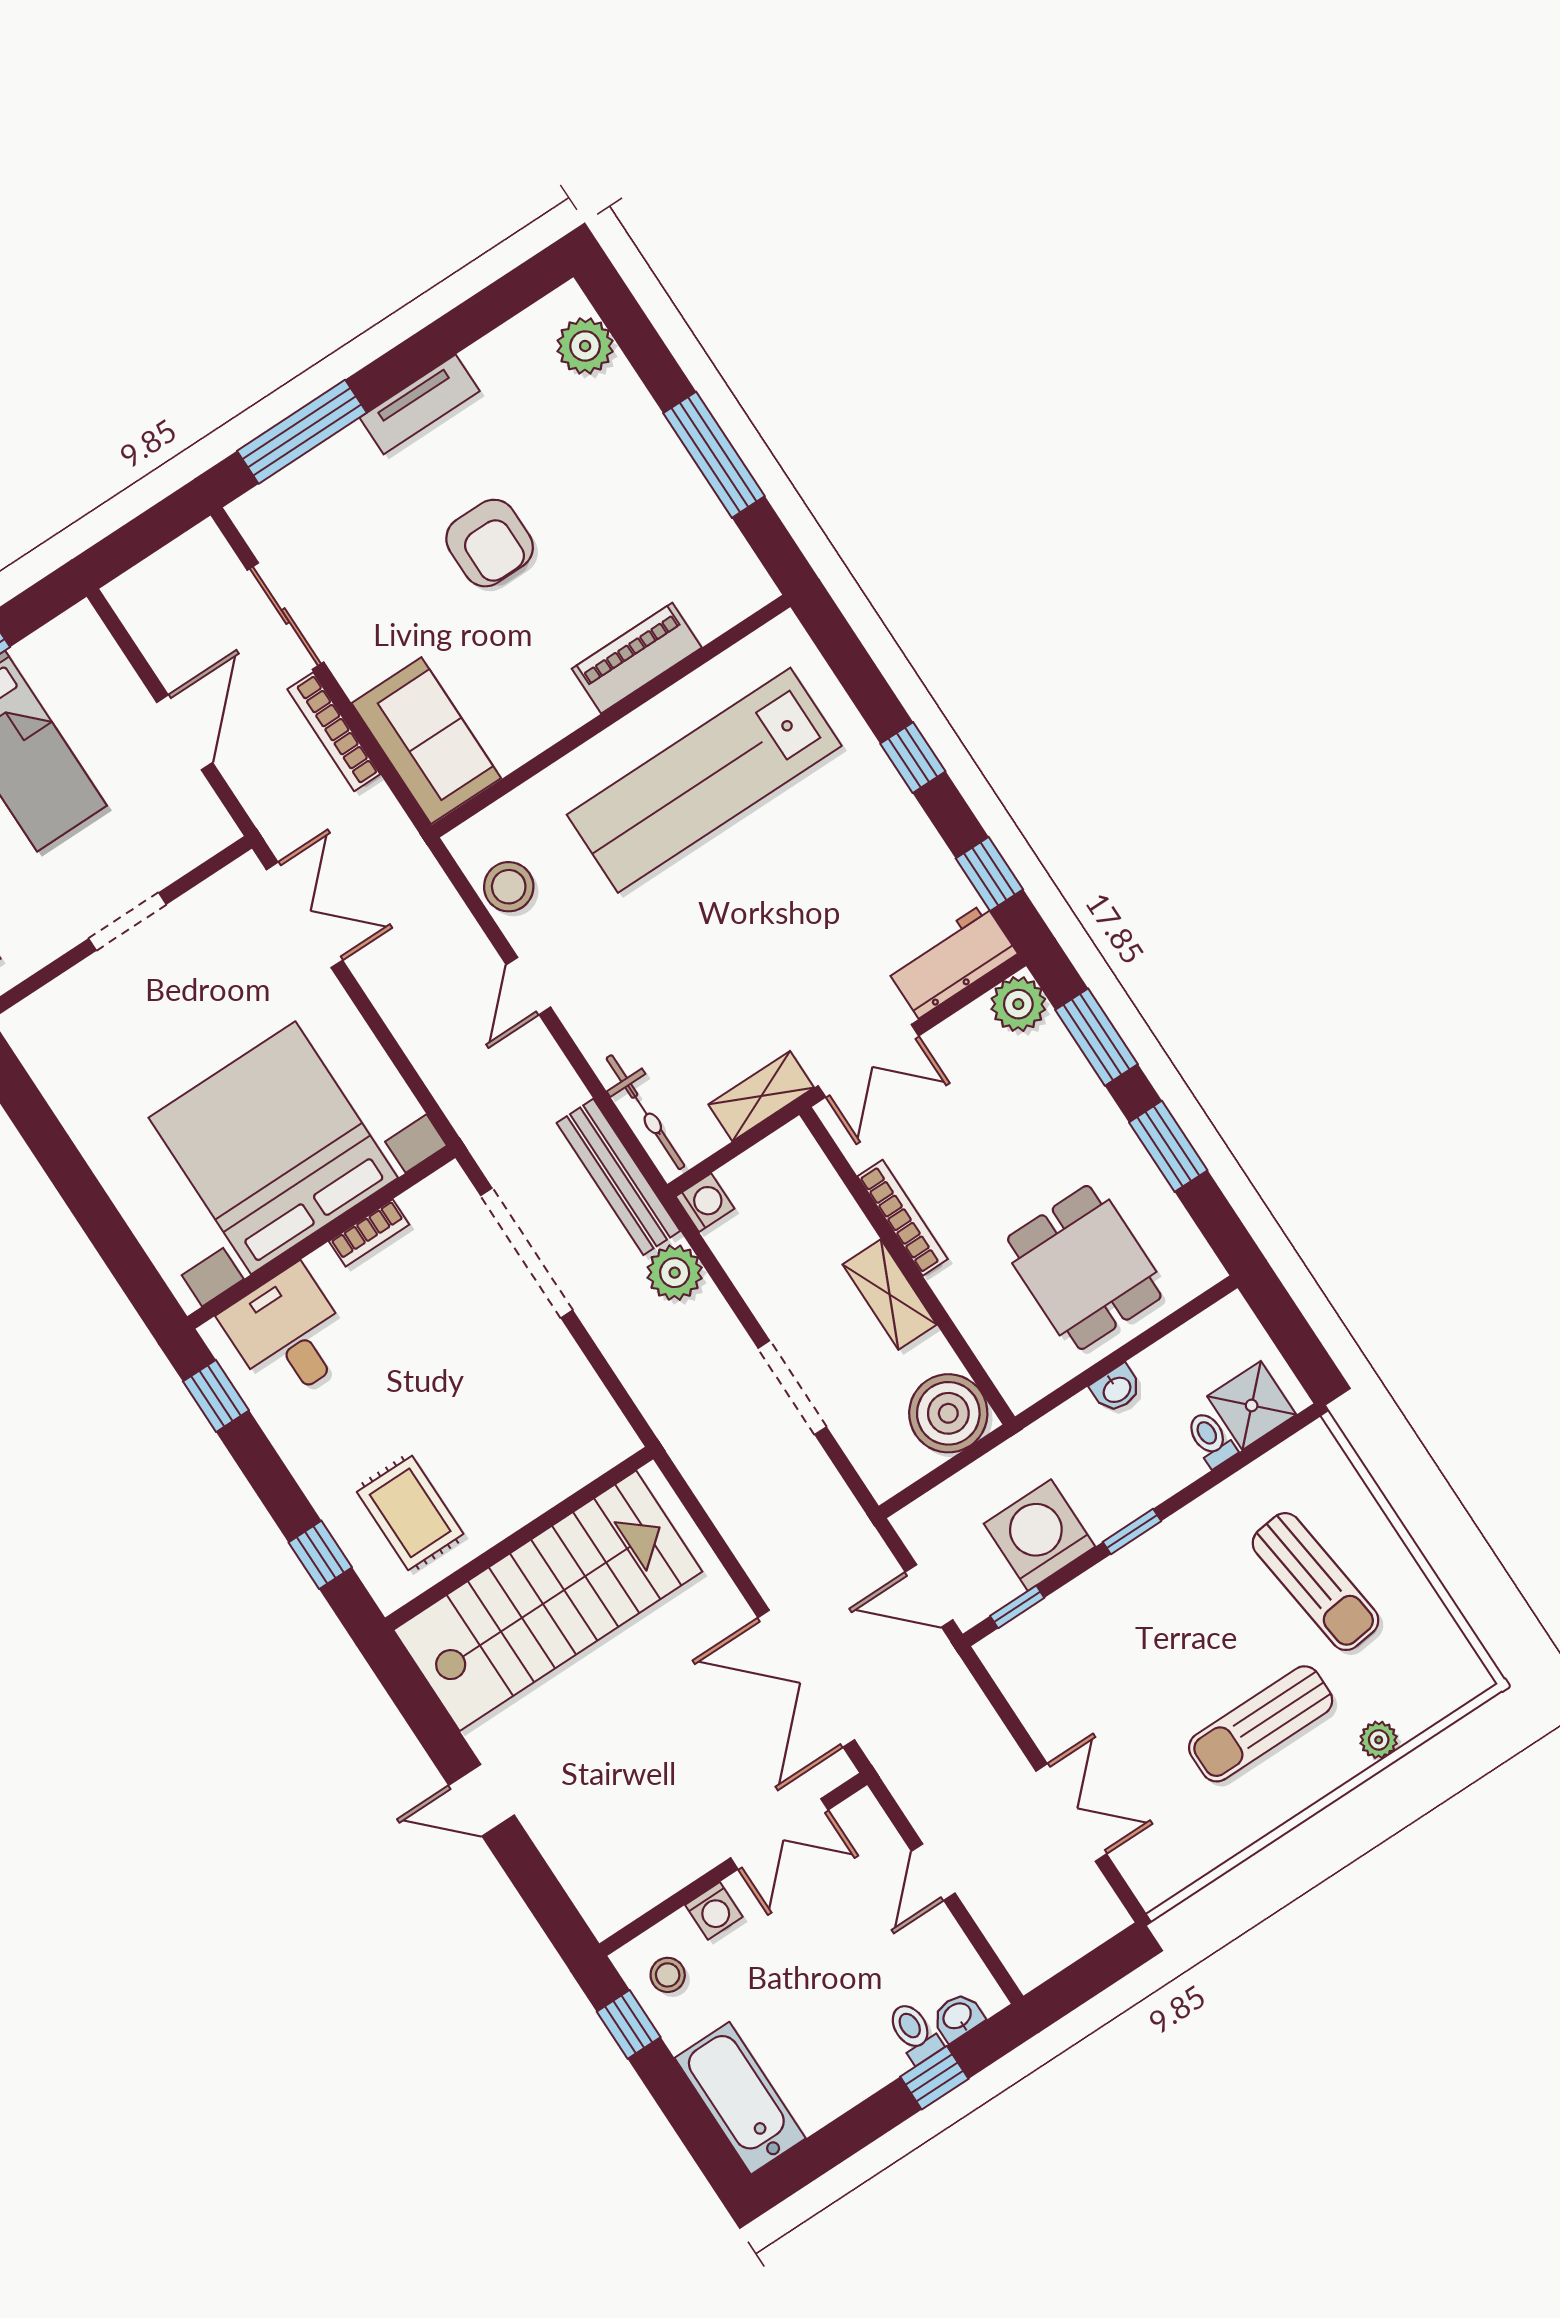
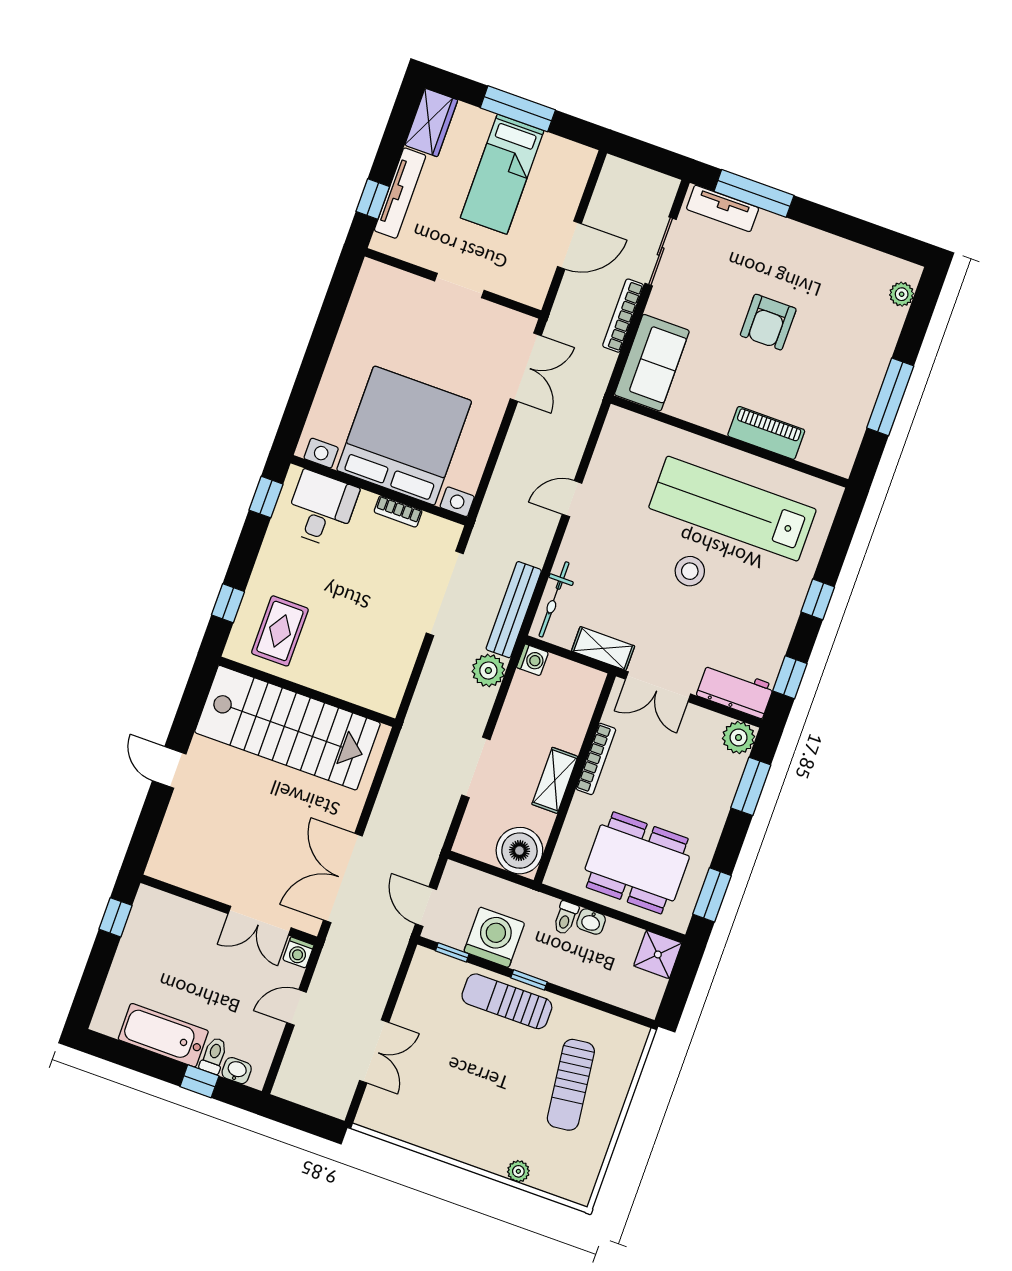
plant: (585, 346) -> (902, 294), width x0.73, depth x0.73
tv unit: (420, 404) -> (723, 208), moved
stool: (509, 887) -> (690, 571), moved
window: (1168, 1146) -> (712, 895), moved
dining table: (1084, 1267) -> (637, 863), width x1.38
shower: (1252, 1405) -> (658, 954), moved
toilet: (1211, 1439) -> (566, 918), moved, turned 180
sun lounger: (1261, 1724) -> (507, 1001), moved
washing machine: (714, 1911) -> (298, 952), moved
stool: (668, 1975) -> (153, 918), removed
bathtub: (740, 2098) -> (163, 1035), moved, turned -90

